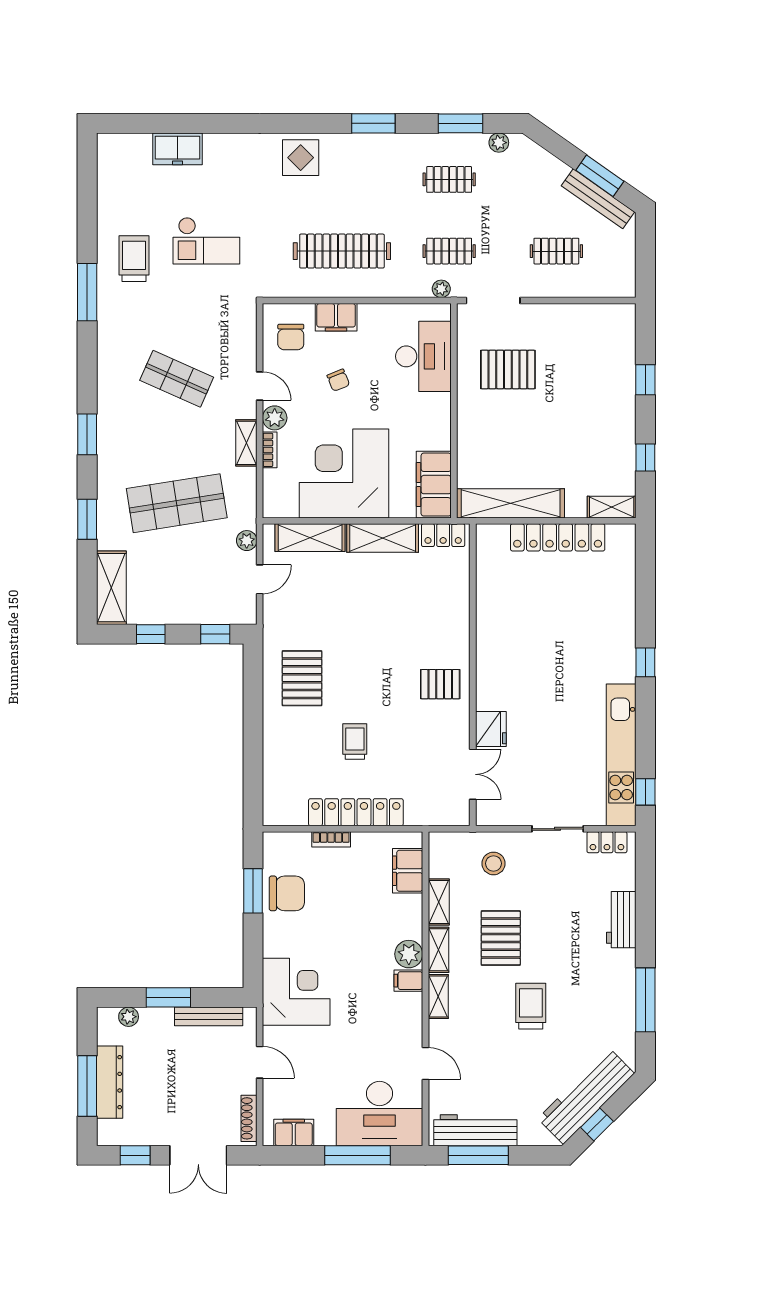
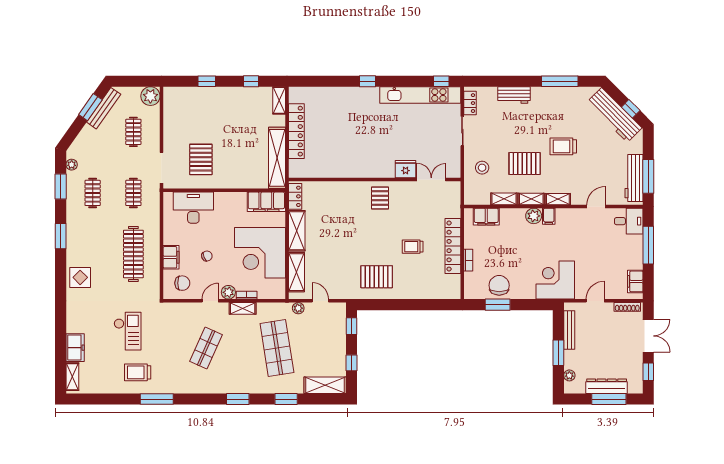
shelving: (126, 144) -> (72, 377), added
plant: (441, 289) -> (150, 96), moved, width x1.87, depth x1.87
desk: (380, 1113) -> (629, 221), width x0.53, depth x0.77

